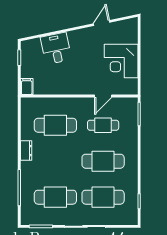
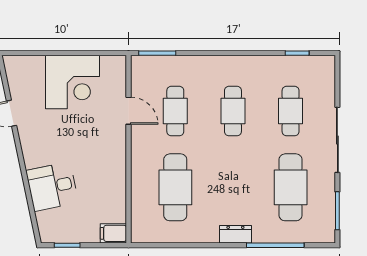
dresser: (26, 151) -> (235, 234), moved
cafe table: (103, 161) -> (233, 111), width x0.73, depth x0.74
cafe table: (103, 197) -> (291, 111), width x0.73, depth x0.74

